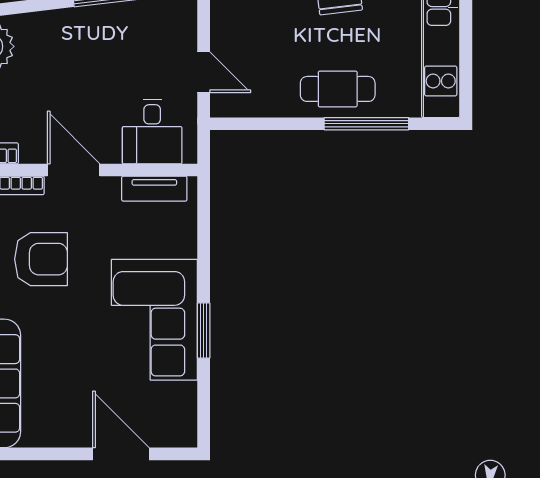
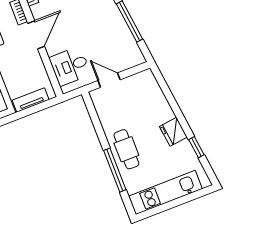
door: (204, 72) -> (109, 80), swing flipped
tv unit: (154, 189) -> (31, 100), moved, turned 90

